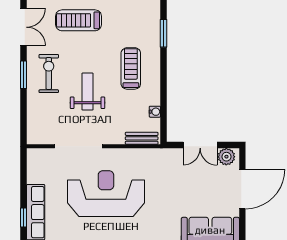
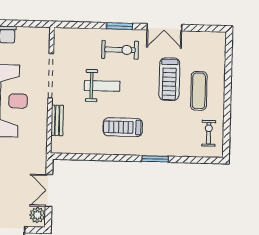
treadmill: (79, 20) -> (169, 79), turned 180
treadmill: (131, 68) -> (123, 127), turned 180
water cooler: (155, 112) -> (81, 149), removed
bench: (142, 138) -> (57, 120), moved

